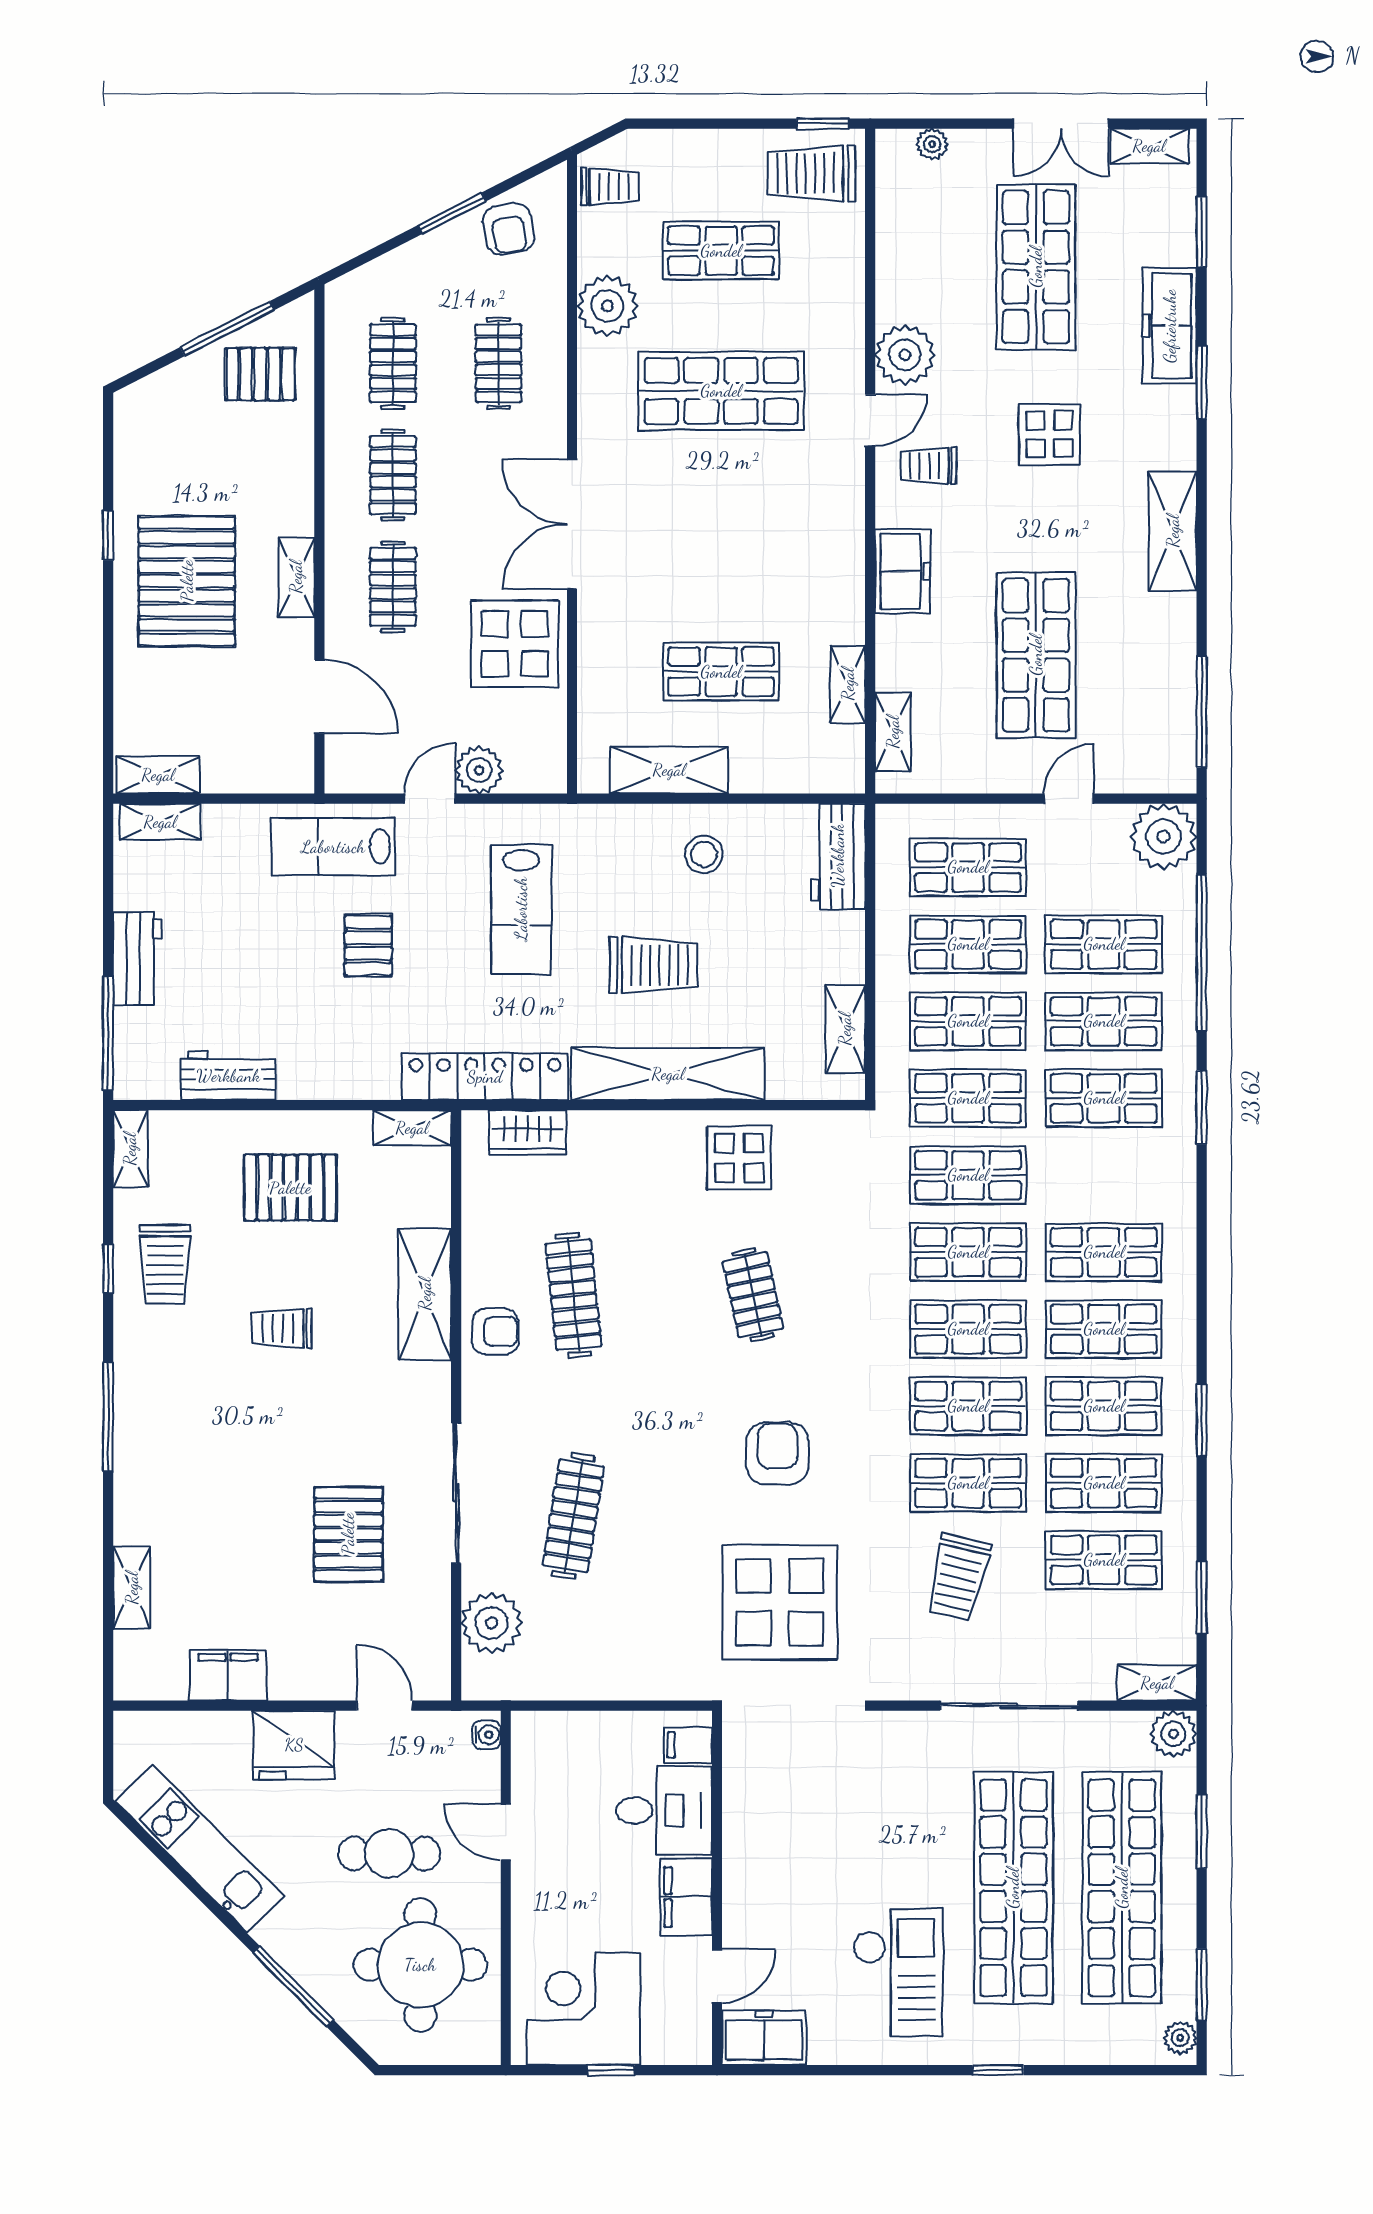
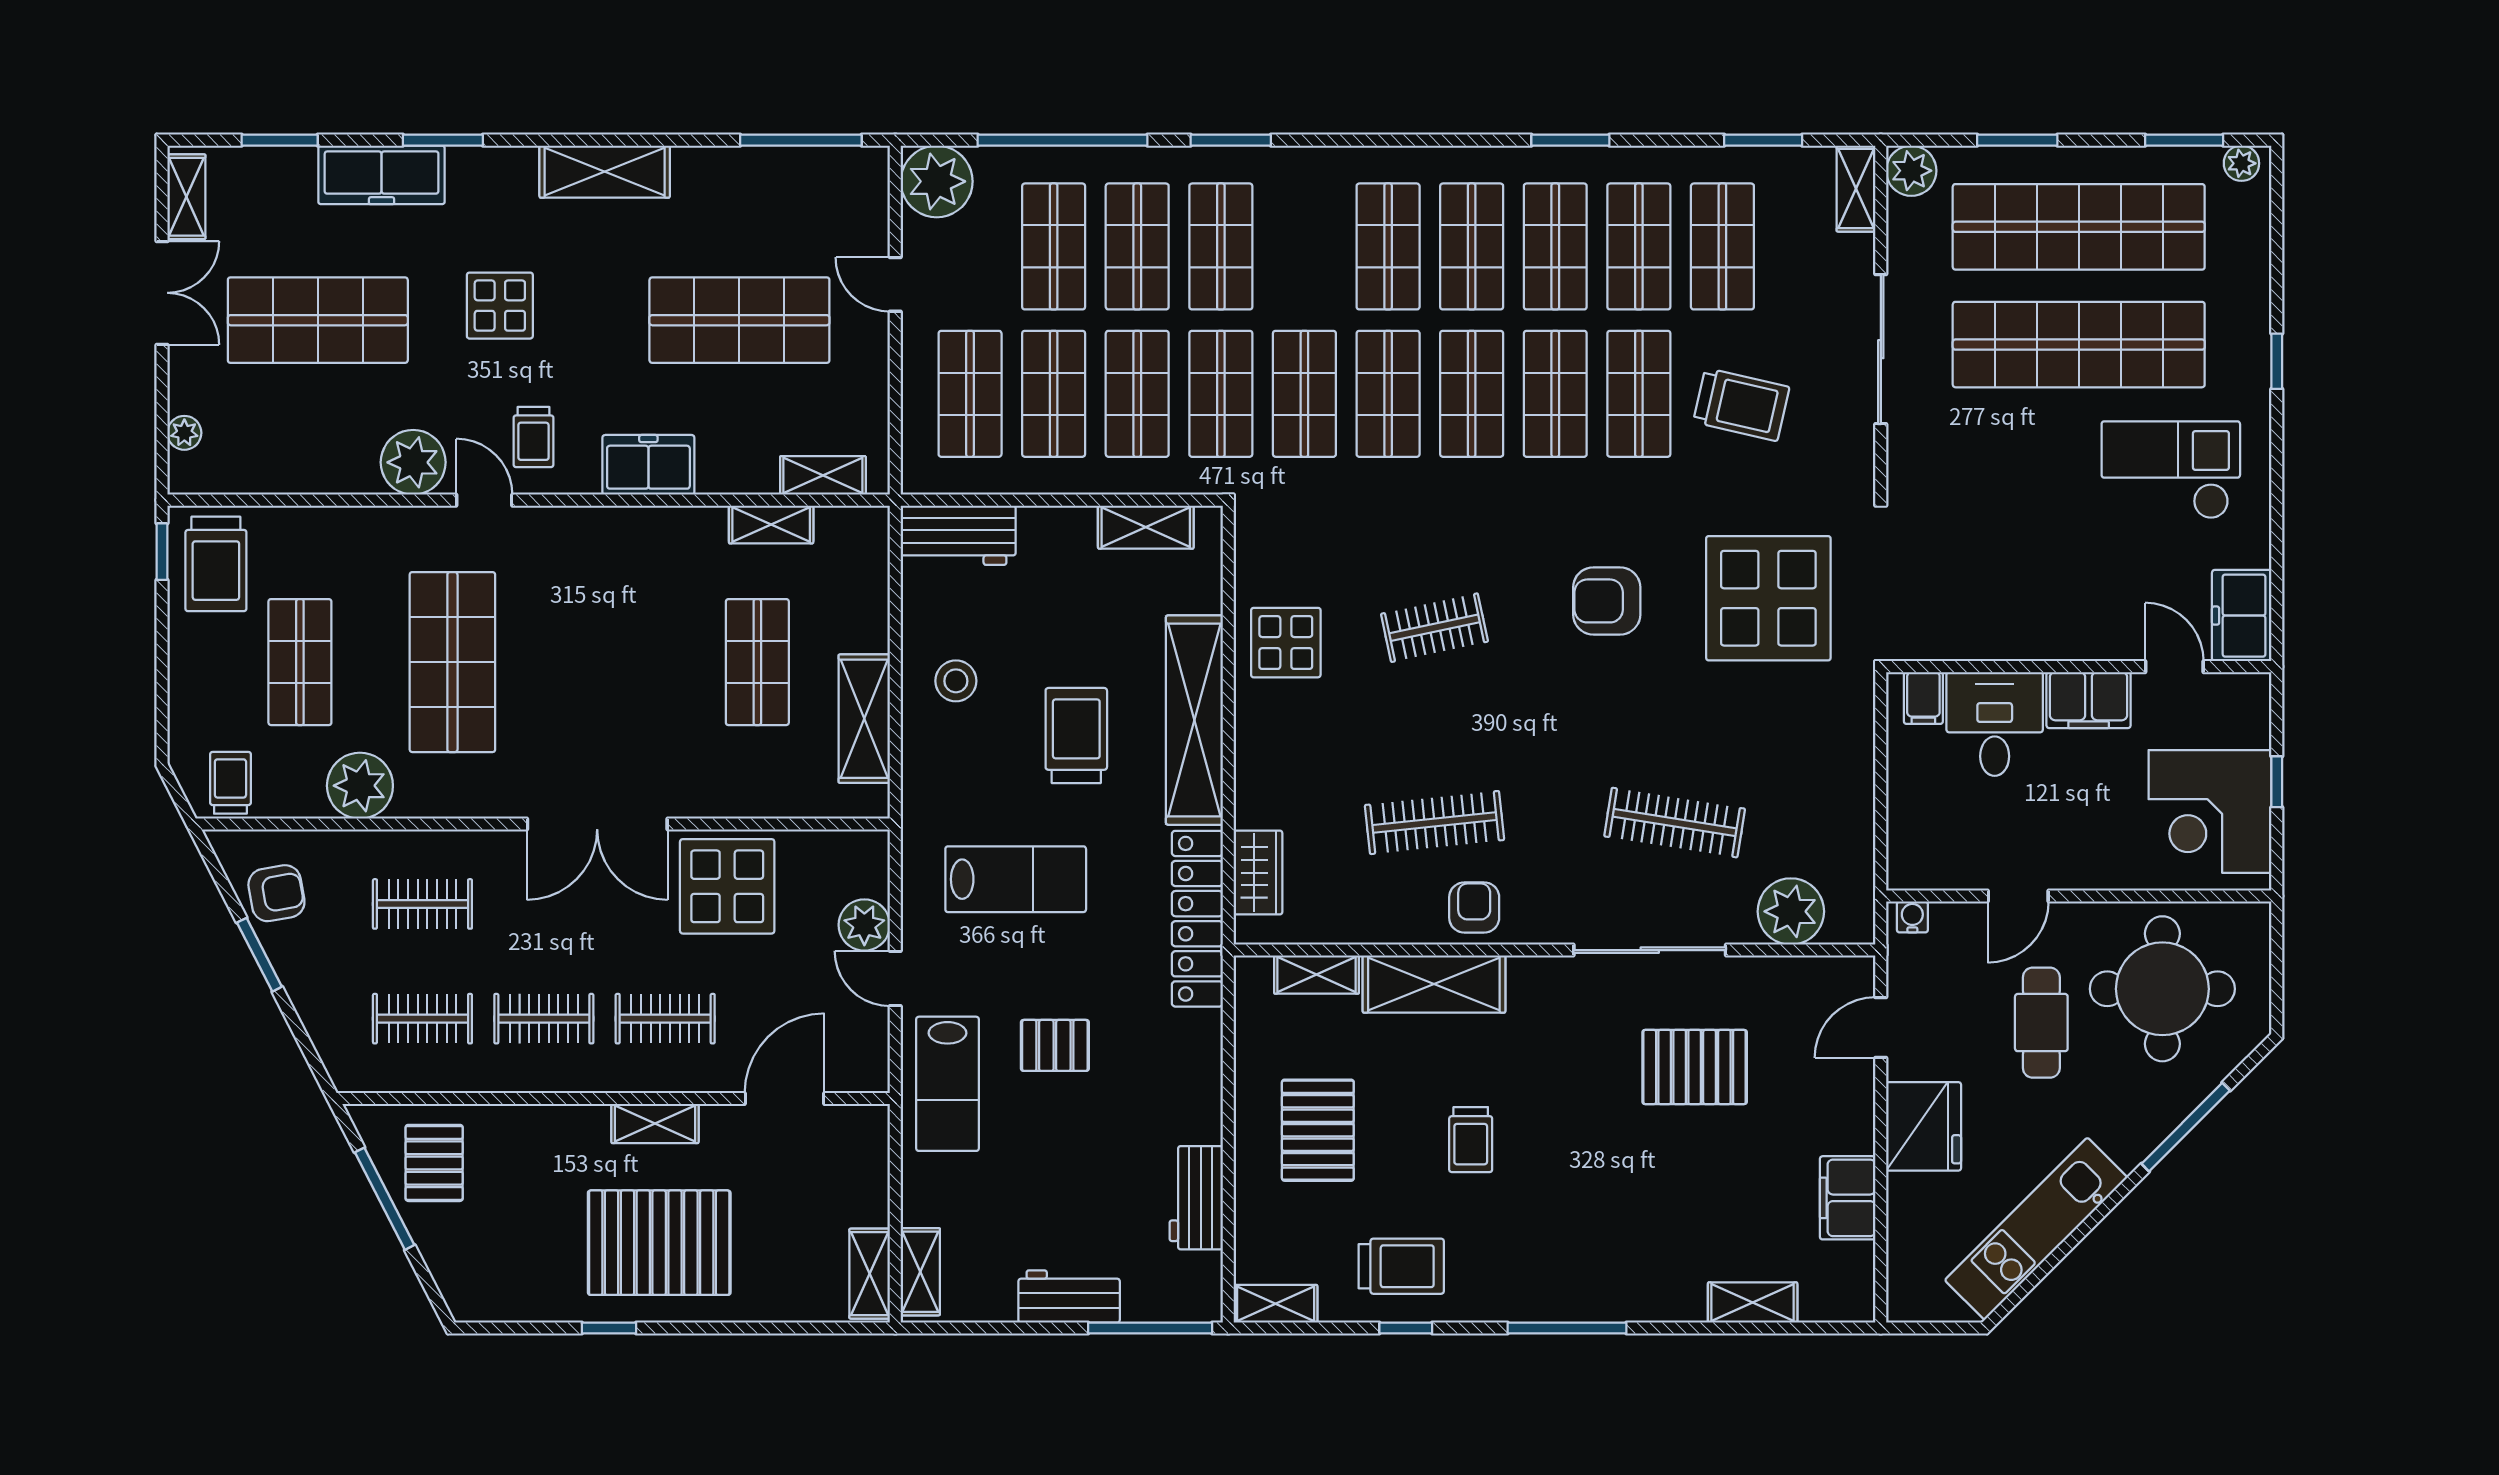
shelving: (412, 1128) -> (1316, 975), moved, turned 90

